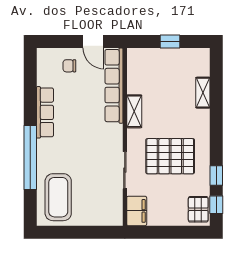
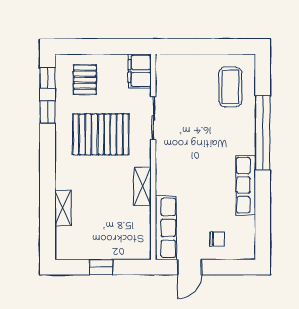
door: (93, 41) -> (190, 267), swing flipped
row of seats: (114, 86) -> (166, 228), width x0.73
coffee table: (58, 197) -> (230, 87), width x0.73, depth x0.76
pallet: (198, 209) -> (85, 80), moved

